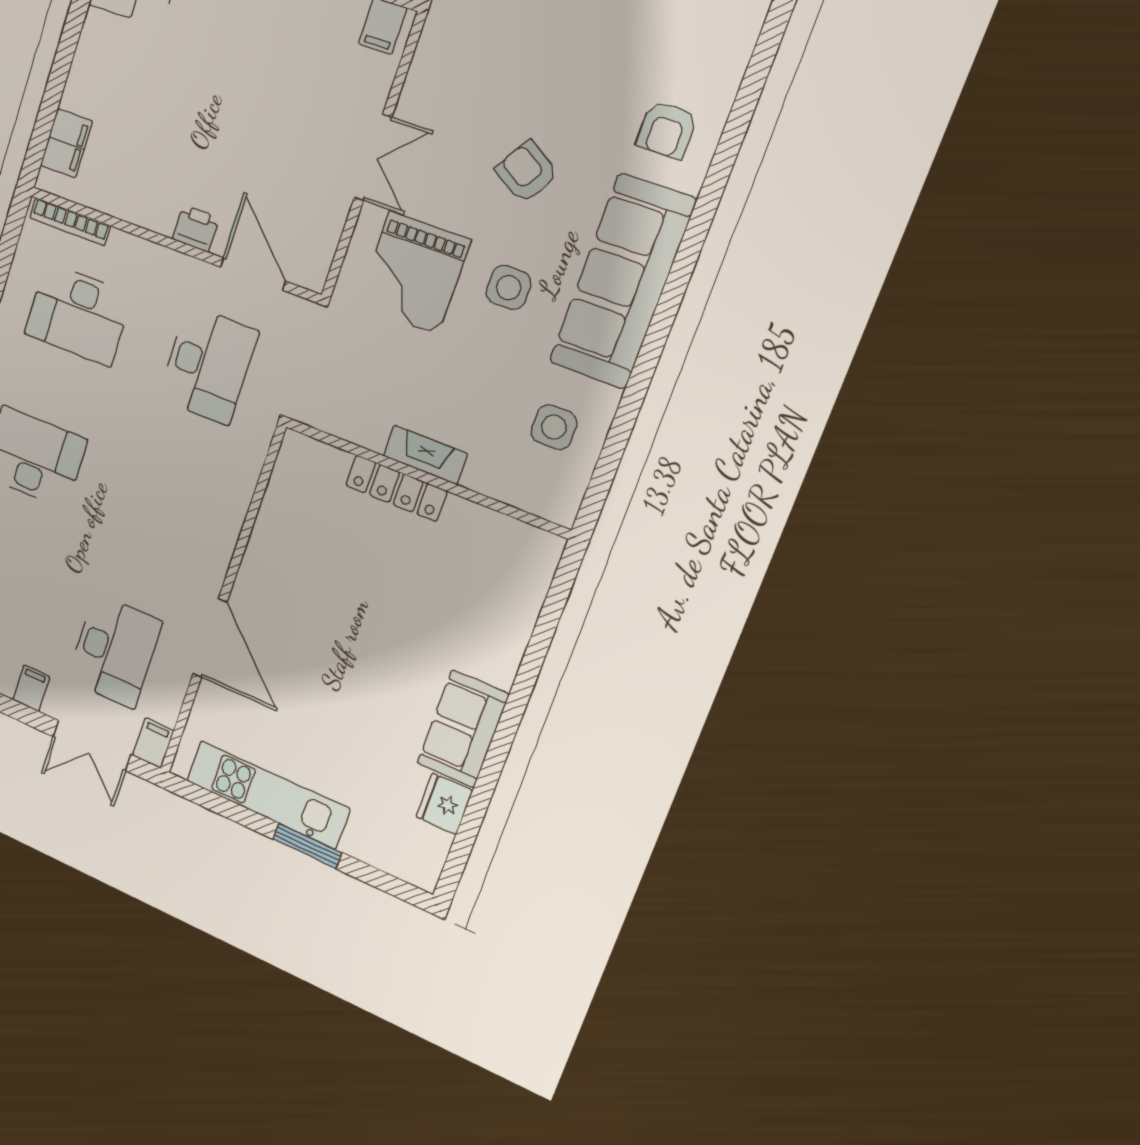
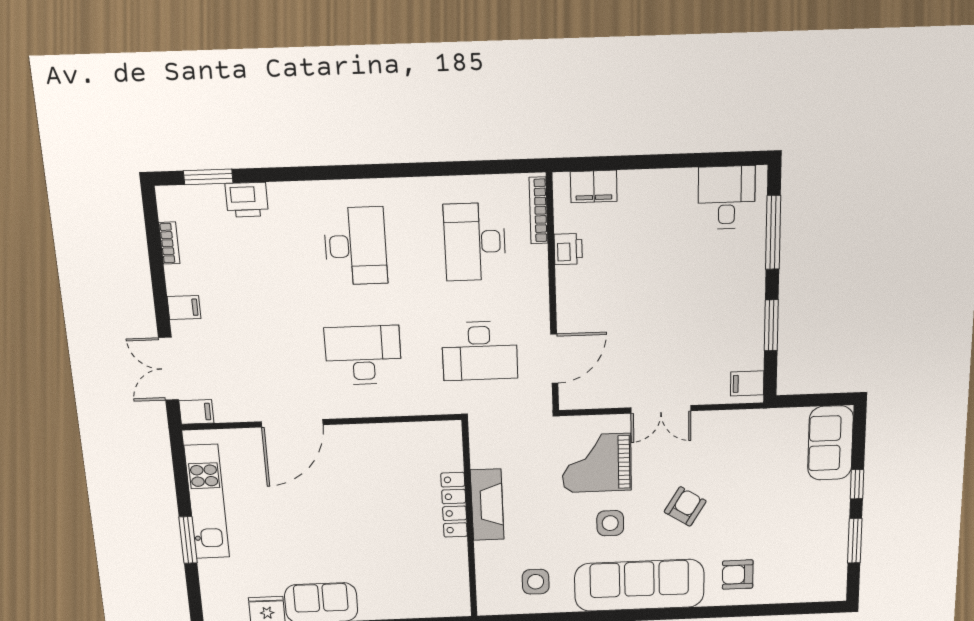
printer: (196, 228) -> (568, 249), moved
fireplace: (425, 455) -> (487, 505), width x1.37, depth x1.32
desk: (114, 651) -> (363, 355), moved, turned 180

